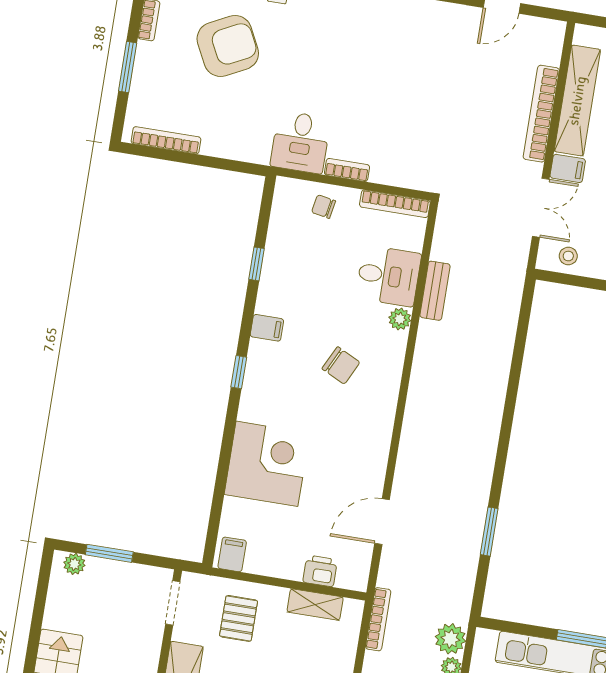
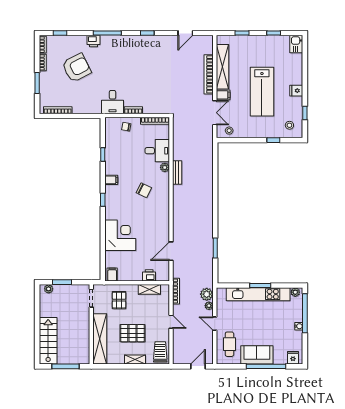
bench: (435, 291) -> (177, 172), moved

